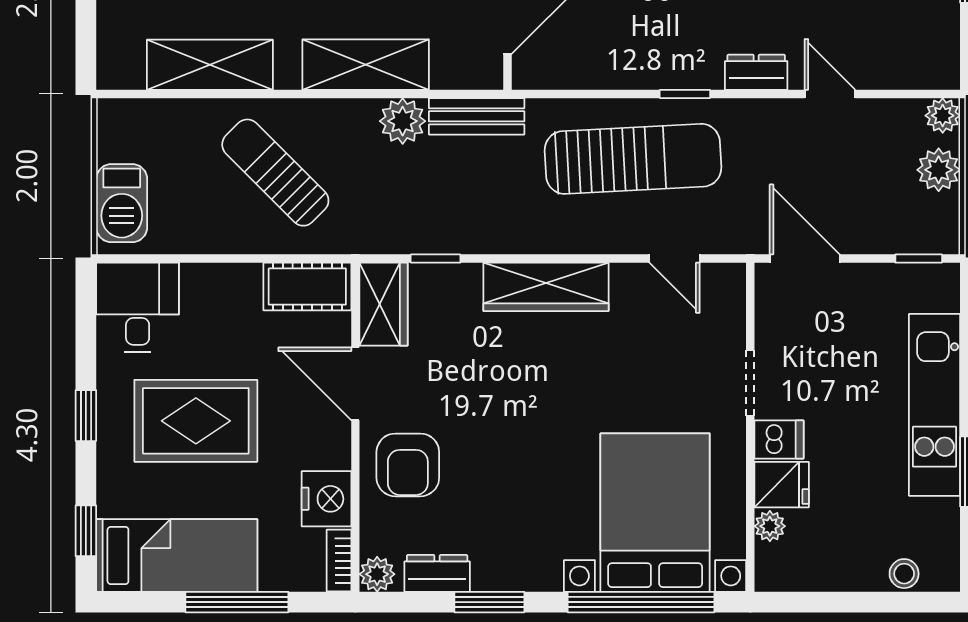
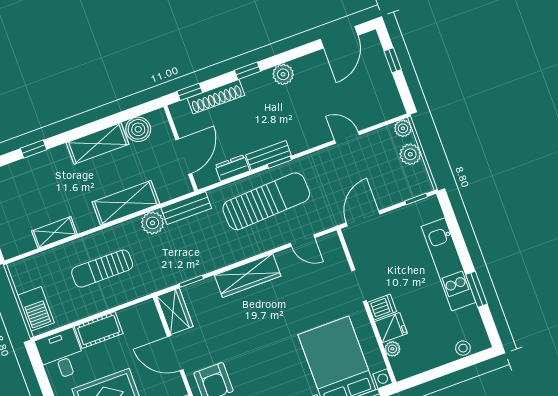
shelving: (210, 65) -> (54, 232), width x0.67, depth x0.75
dresser: (756, 72) -> (232, 168), moved
bench: (669, 73) -> (269, 155), added
sun lounger: (275, 173) -> (102, 269), turned -45
door: (805, 259) -> (363, 218), hinge flipped
cot: (307, 287) -> (99, 330), moved

